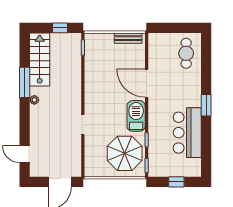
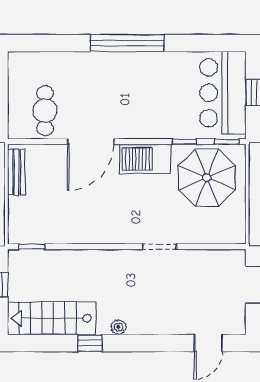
cafe table: (186, 53) -> (45, 111), moved, turned 90
window: (25, 82) -> (90, 343), width x0.46
window: (206, 105) -> (127, 43), width x2.11
bar counter: (187, 133) -> (223, 93), moved, turned 90

